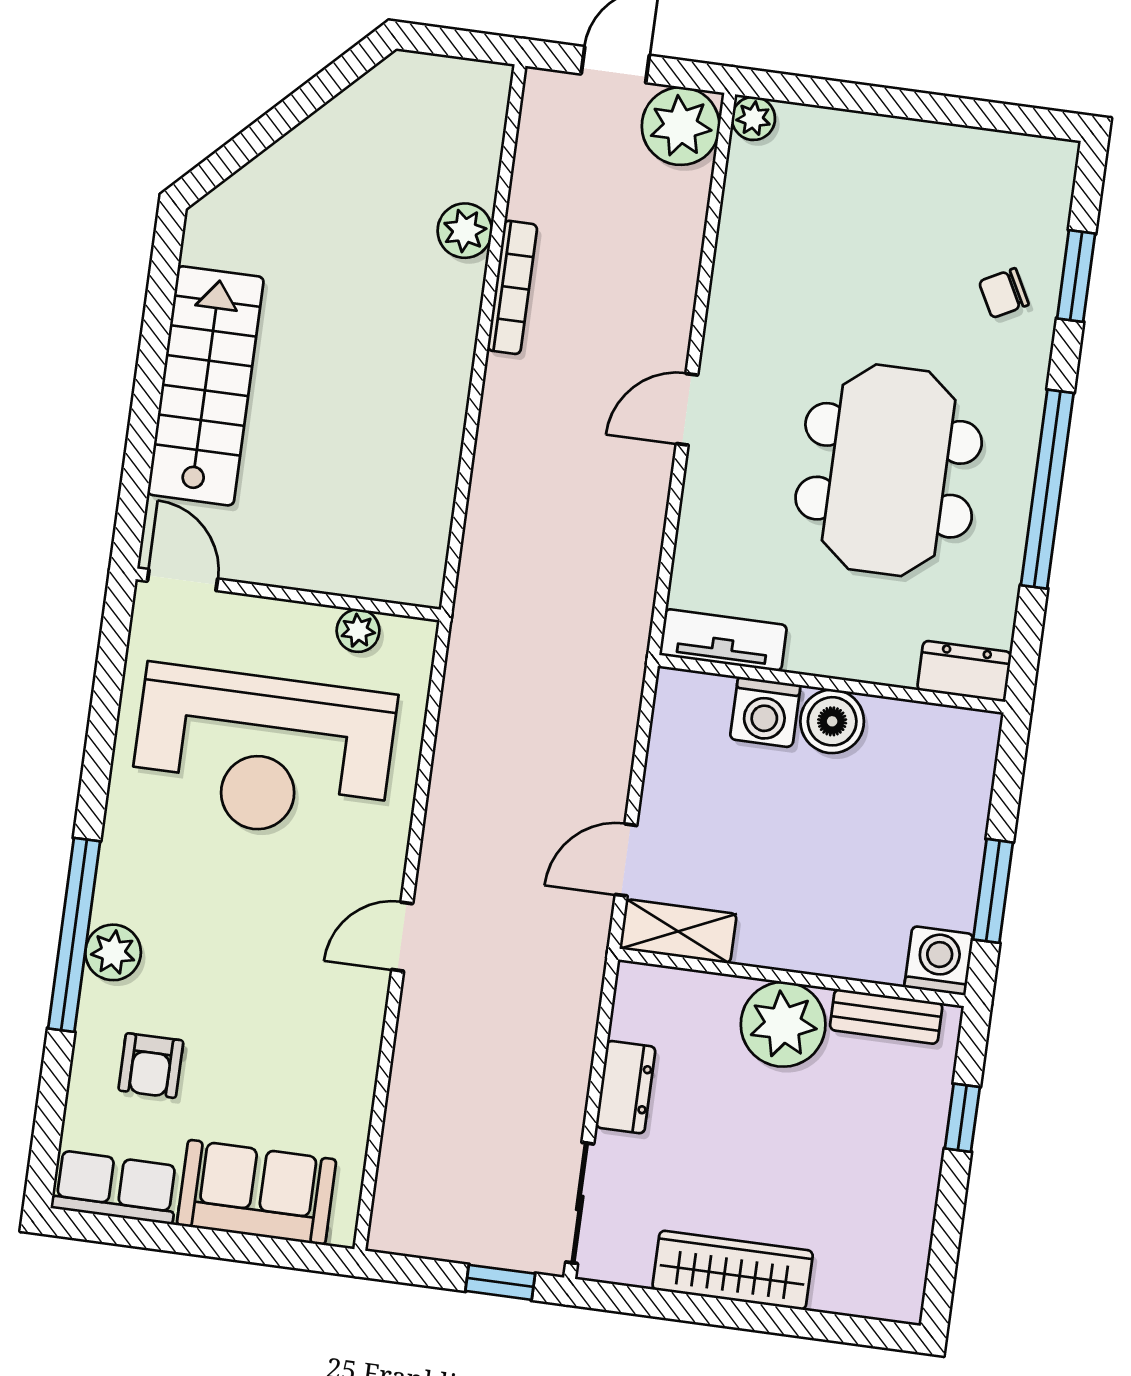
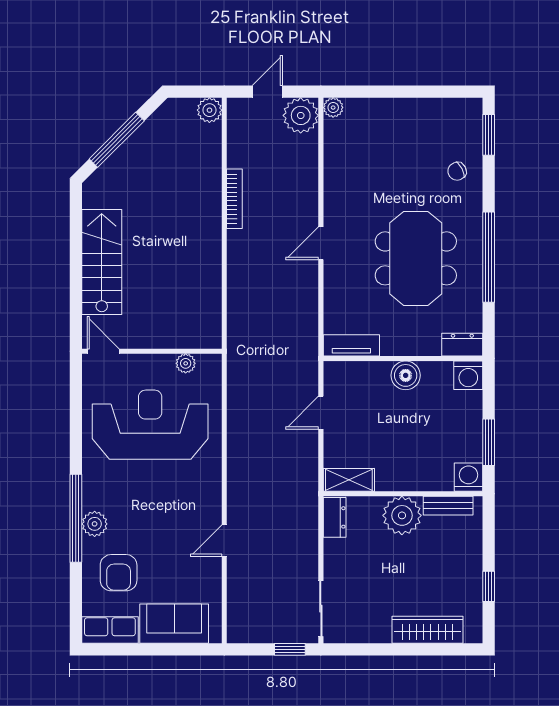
window: (274, 125) -> (117, 140), added
plant: (465, 231) -> (209, 110), moved
window: (1076, 276) -> (489, 135), moved
washing machine: (765, 712) -> (468, 375), moved
reception desk: (263, 753) -> (150, 425), turned 180
door: (626, 860) -> (321, 413), moved
door: (402, 937) -> (224, 541), moved
armchair: (151, 1066) -> (119, 573), width x1.38, depth x1.38
dresser: (626, 1087) -> (335, 517), moved
window: (962, 1118) -> (489, 586), moved
wardrobe: (733, 1270) -> (427, 630), moved

